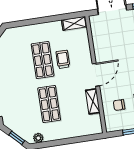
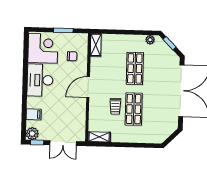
shelving: (93, 101) -> (96, 45), moved

